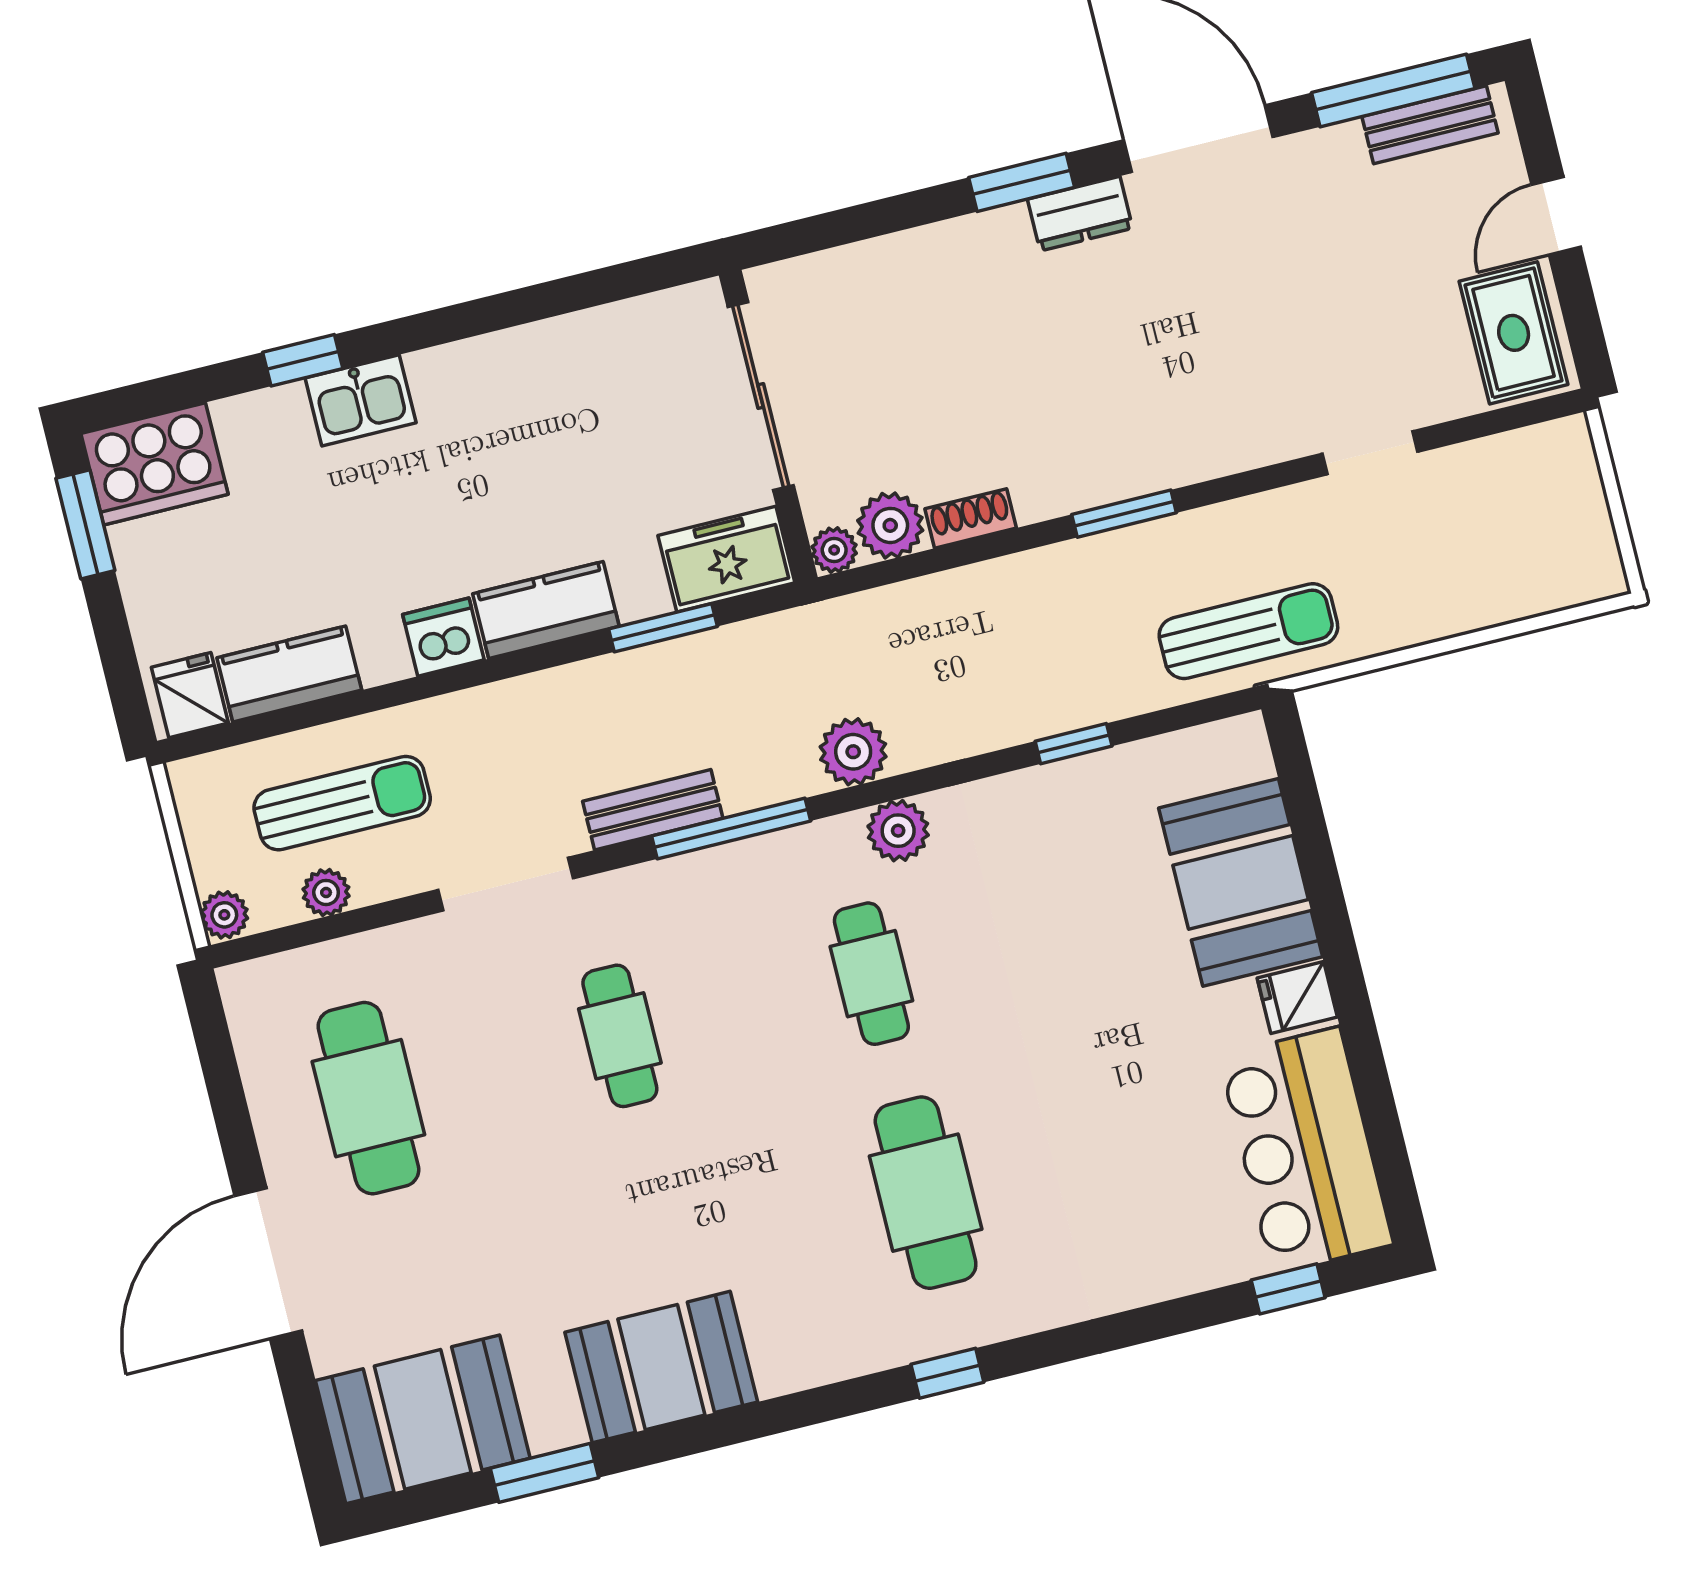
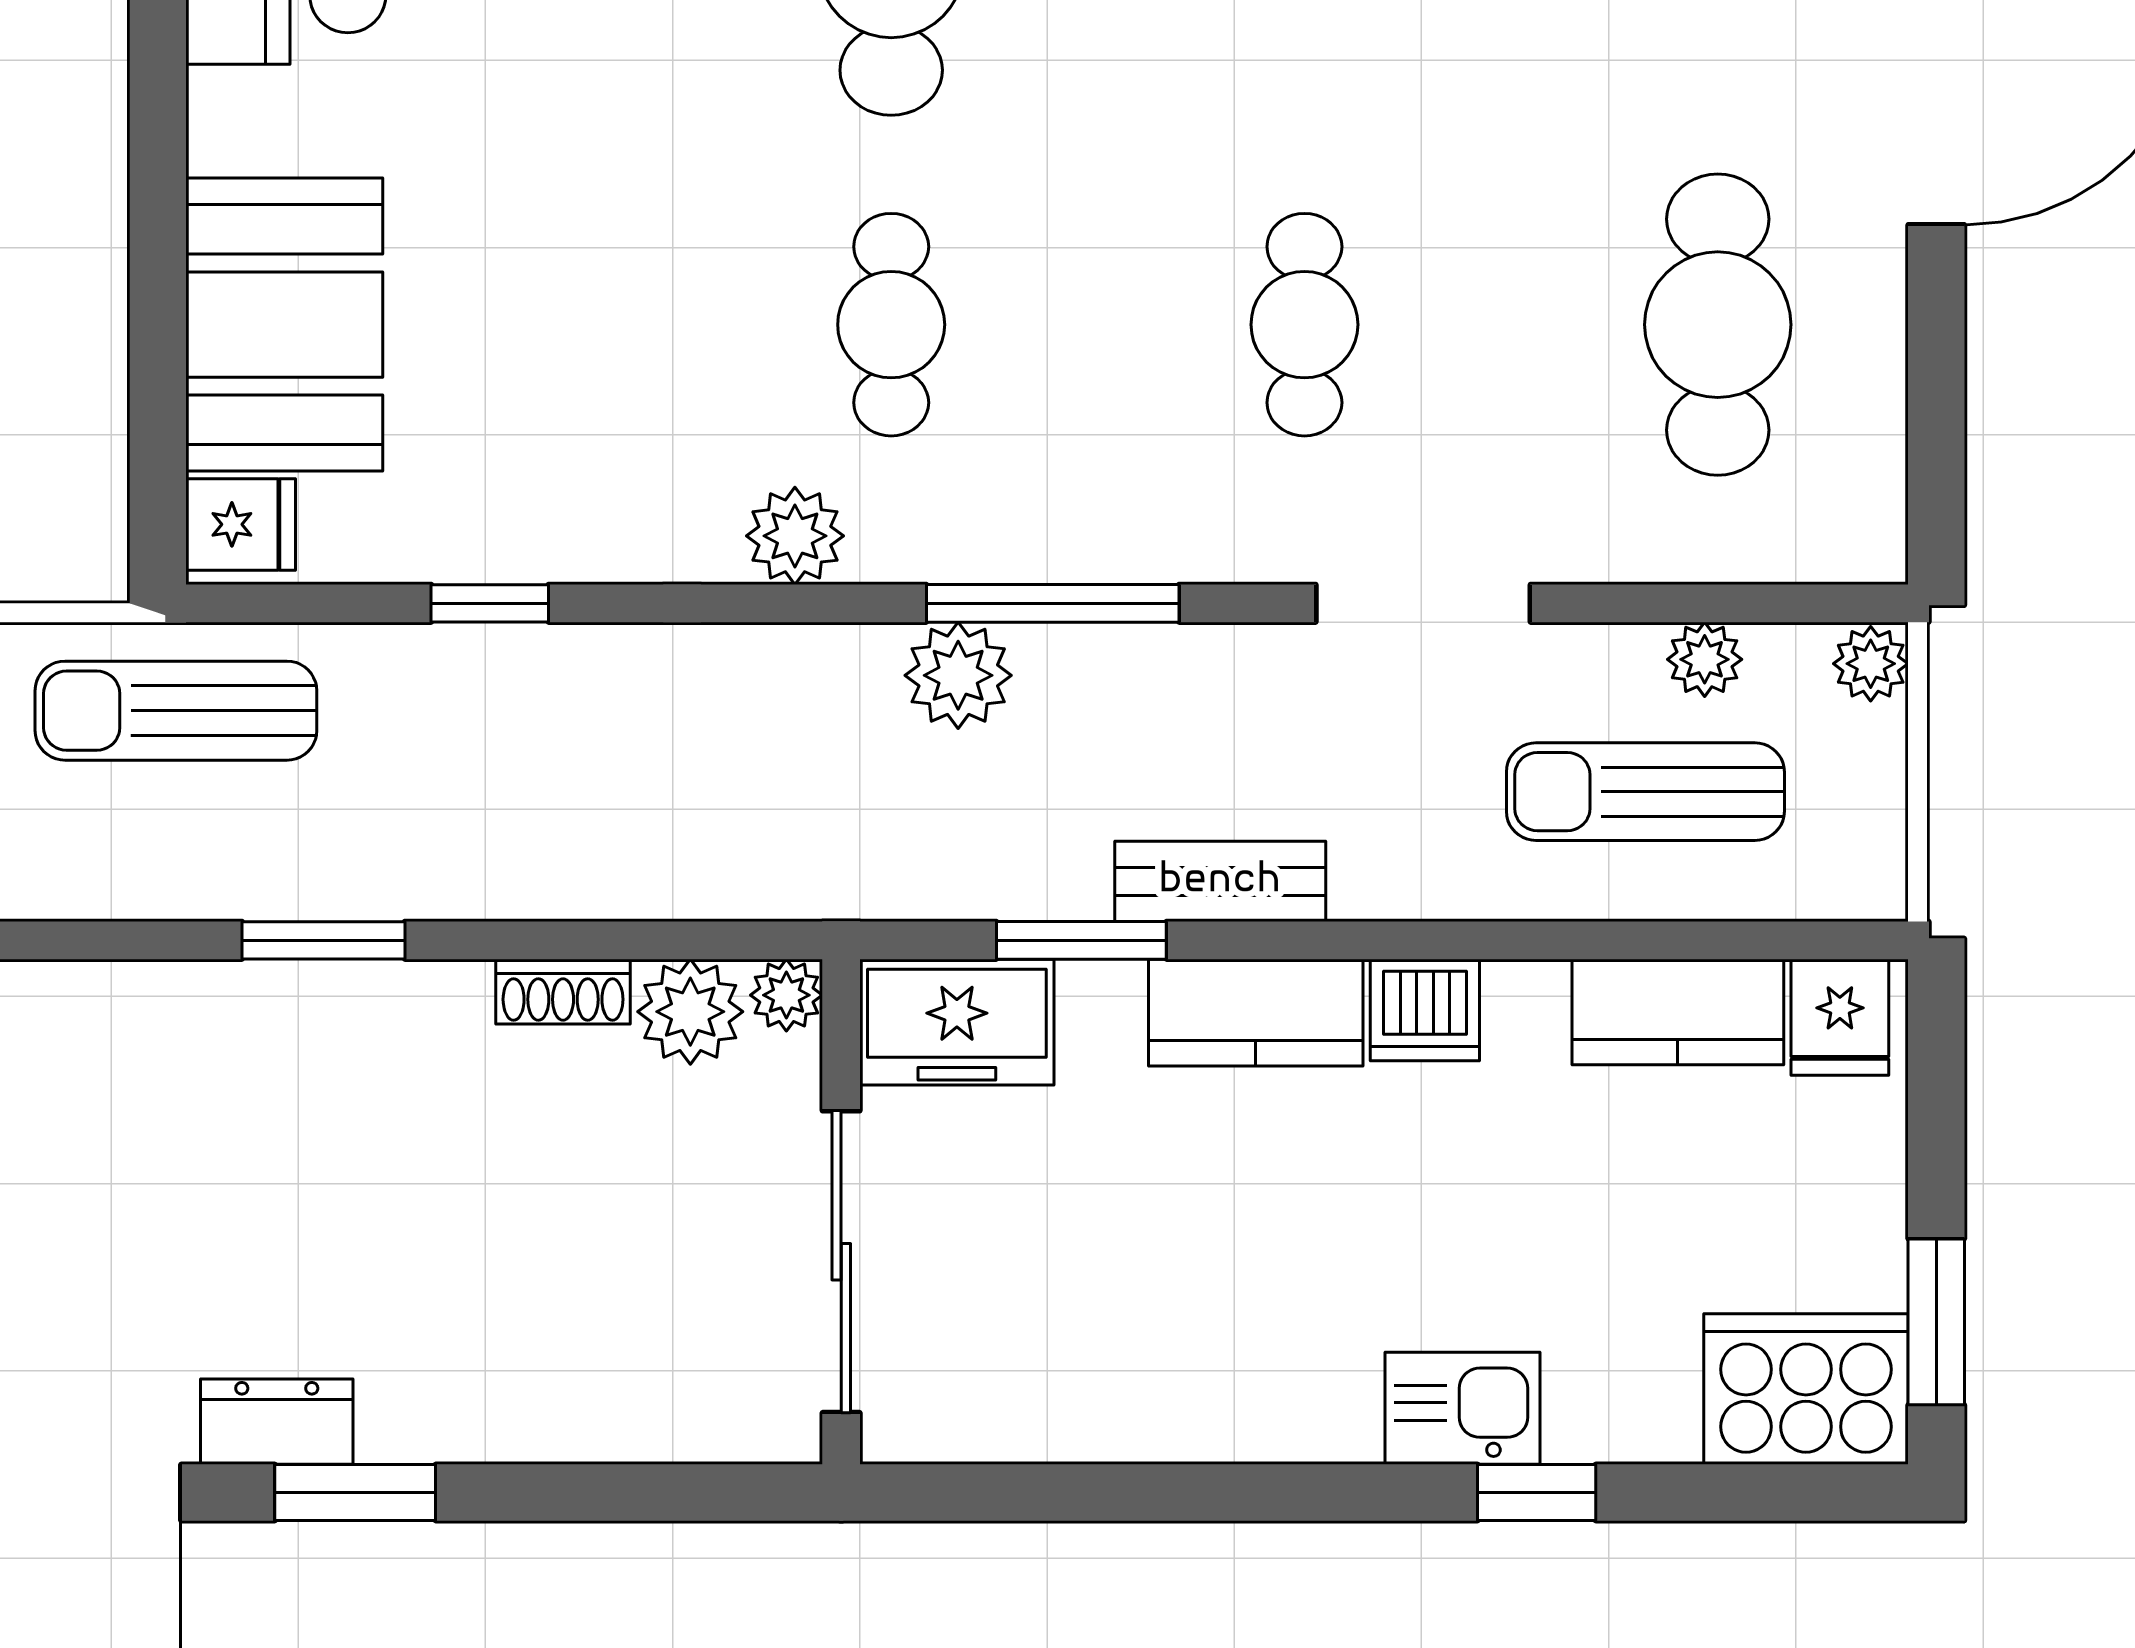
plant: (853, 752) -> (958, 675), moved
bench: (653, 810) -> (1220, 881), moved
fridge: (1297, 997) -> (241, 524), moved

